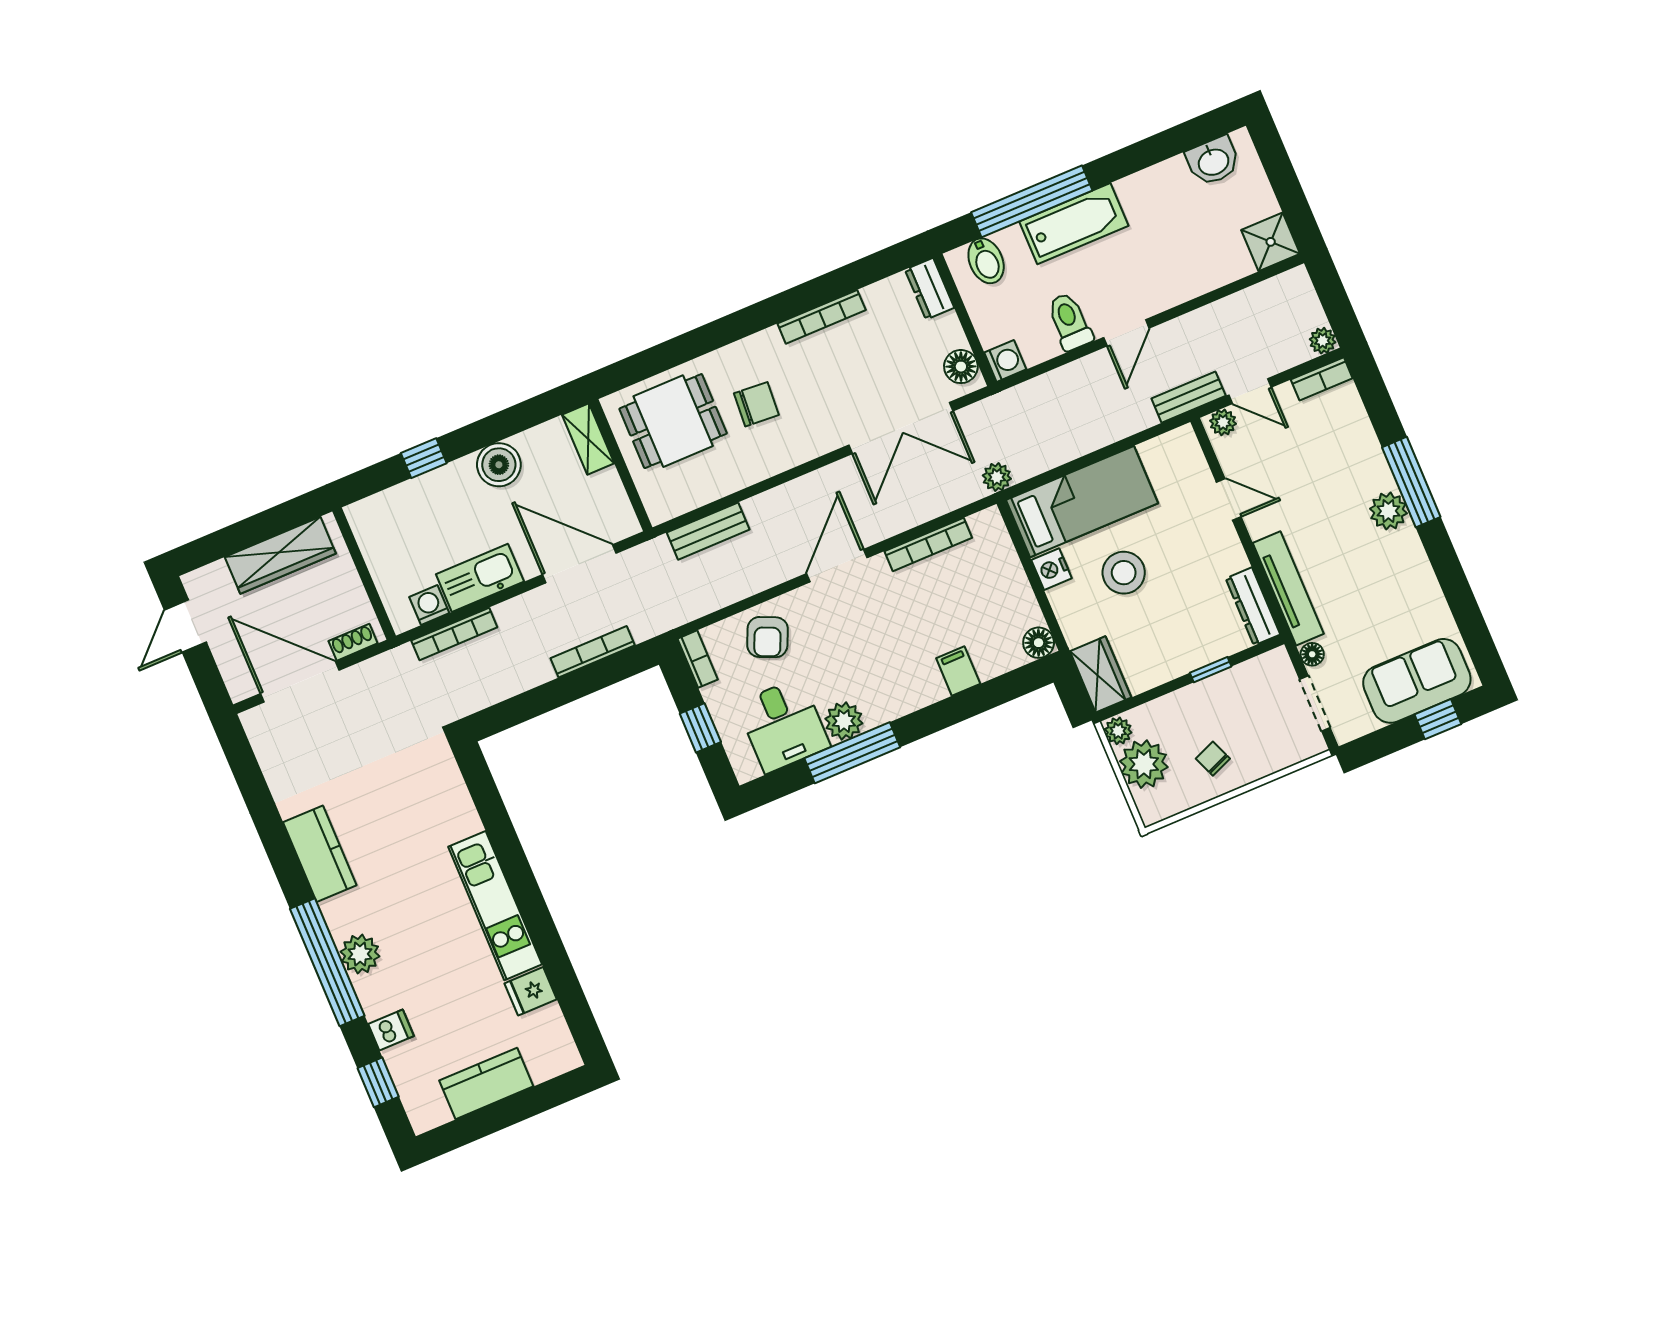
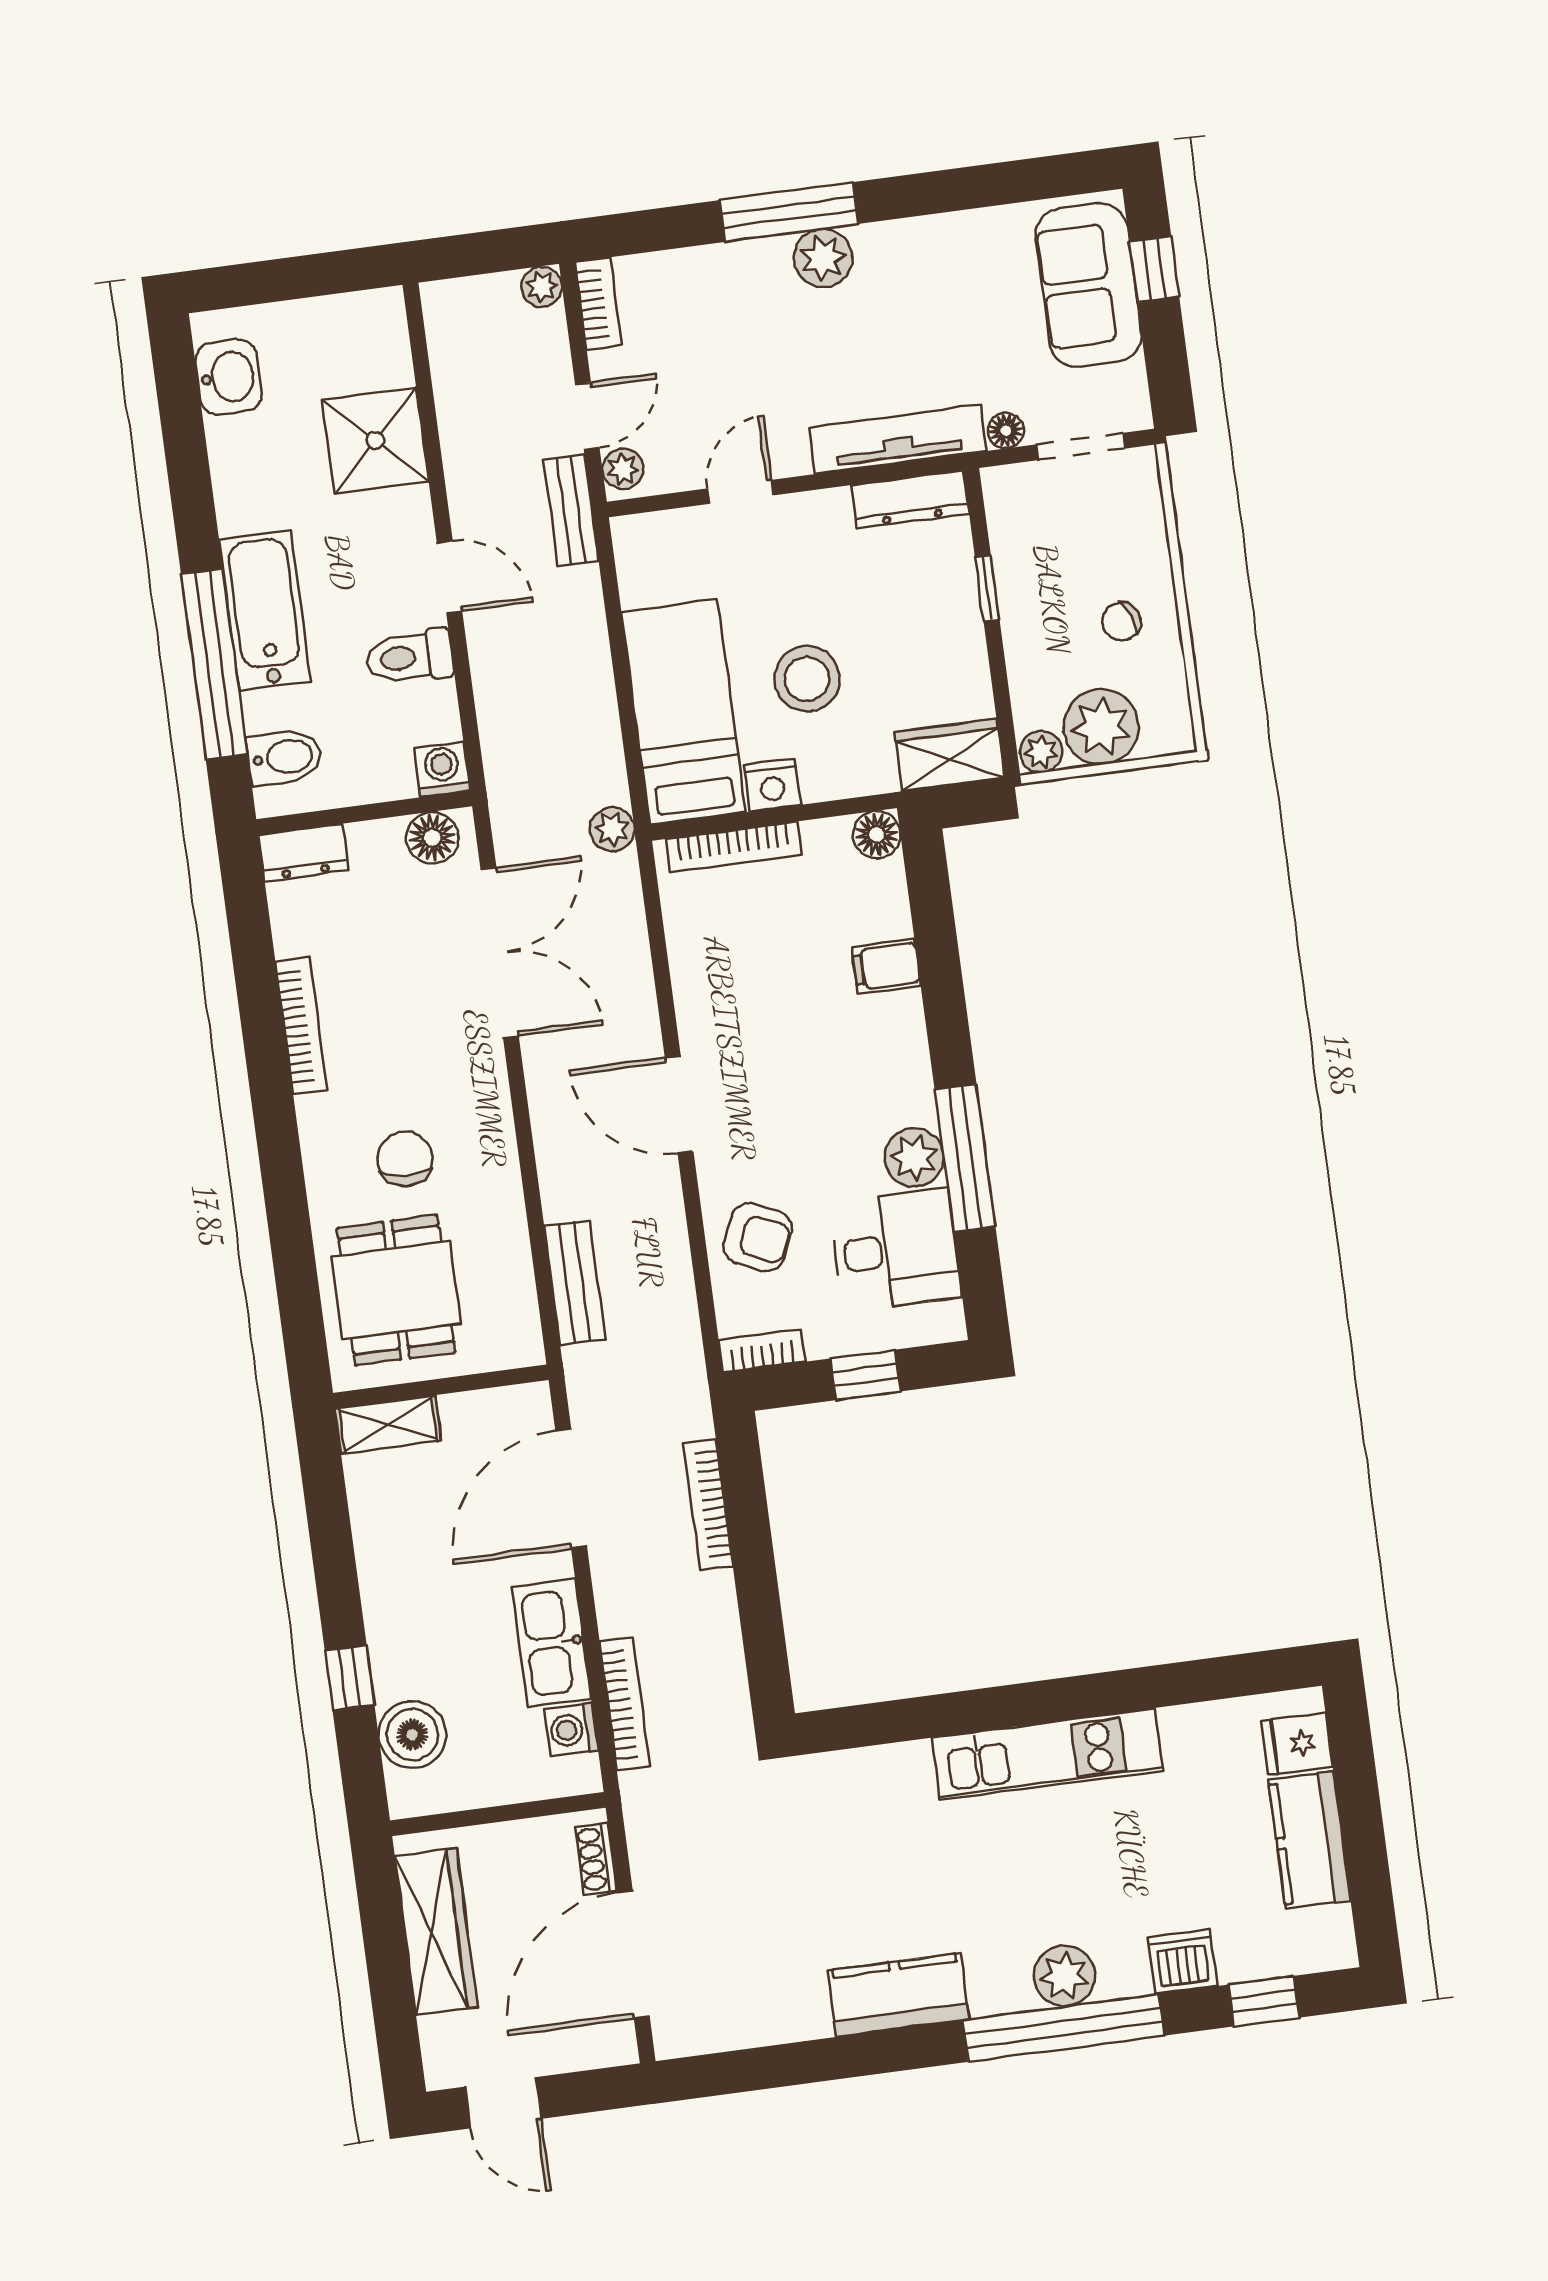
shower: (1271, 242) -> (375, 440), moved, width x1.36, depth x1.36
boiler: (499, 465) -> (412, 1735), moved
bookcase: (928, 545) -> (734, 847), moved, turned 90
fridge: (531, 991) -> (1297, 1744), moved, turned 90
dishwasher: (391, 1030) -> (1182, 1962), width x1.38

